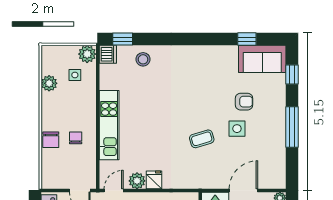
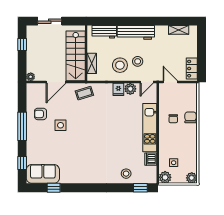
dishwasher: (108, 54) -> (151, 159), moved
plant: (49, 83) -> (192, 178), moved
armchair: (244, 102) -> (40, 114), moved
coffee table: (202, 139) -> (84, 93), moved

